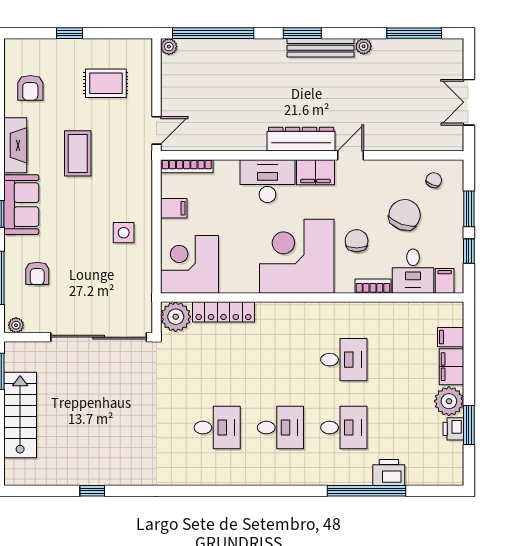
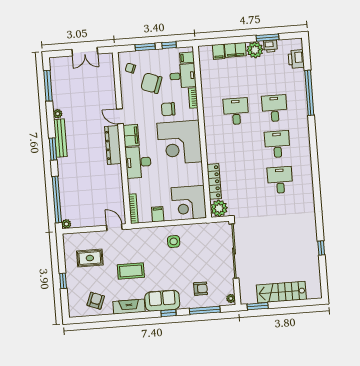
rug: (106, 83) -> (90, 258), turned 90
armchair: (30, 88) -> (96, 301), turned -69
printer: (389, 472) -> (296, 59), moved

